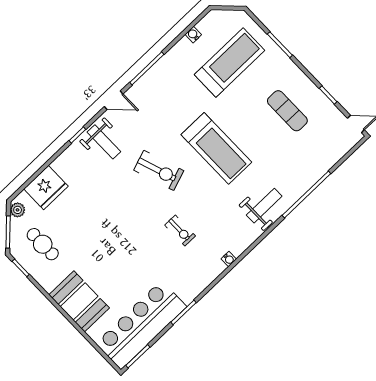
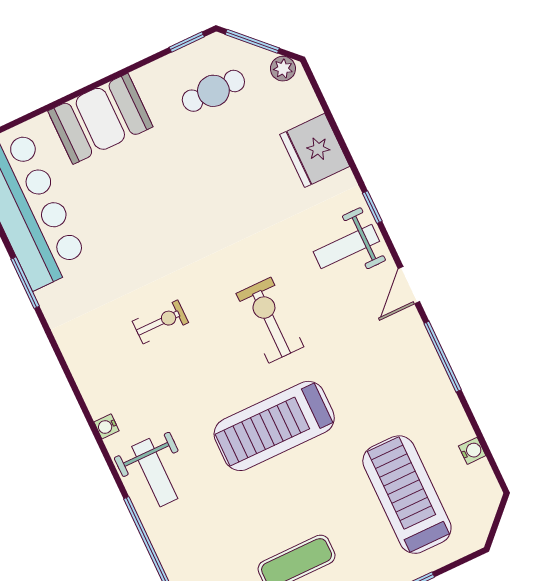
treadmill: (230, 62) -> (407, 495), turned 180
exercise bike: (159, 170) -> (270, 320), turned 109
fridge: (46, 188) -> (315, 150), moved
exercise bike: (180, 231) -> (160, 322), turned 180
water cooler: (229, 259) -> (106, 426), moved

